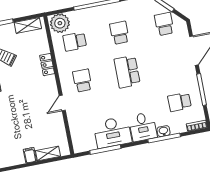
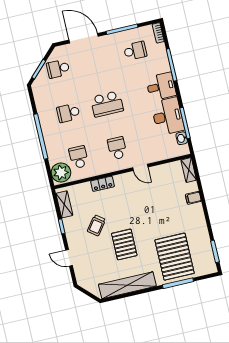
school desk: (75, 42) -> (79, 157), turned 180
school desk: (82, 81) -> (117, 148), turned 90
school desk: (180, 102) -> (135, 51), turned -90
washbasin: (164, 131) -> (182, 138), moved
shelving: (48, 154) -> (189, 170), moved

